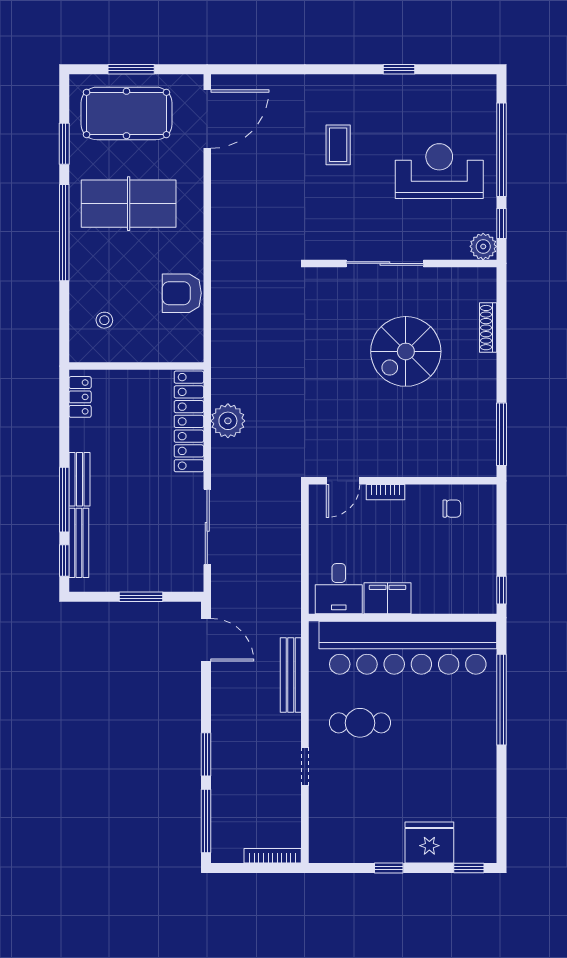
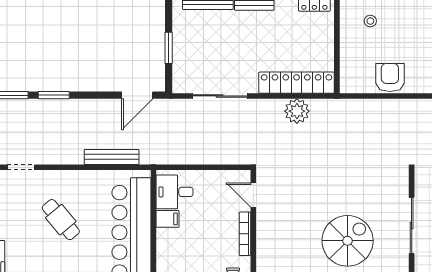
spiral stairs: (406, 351) -> (348, 241), turned 90
bookcase: (385, 492) -> (245, 234), width x1.56
filing cabinet: (387, 598) -> (168, 219), width x0.50
cafe table: (360, 723) -> (61, 220), moved, turned -40
doorway: (305, 767) -> (21, 167), moved

